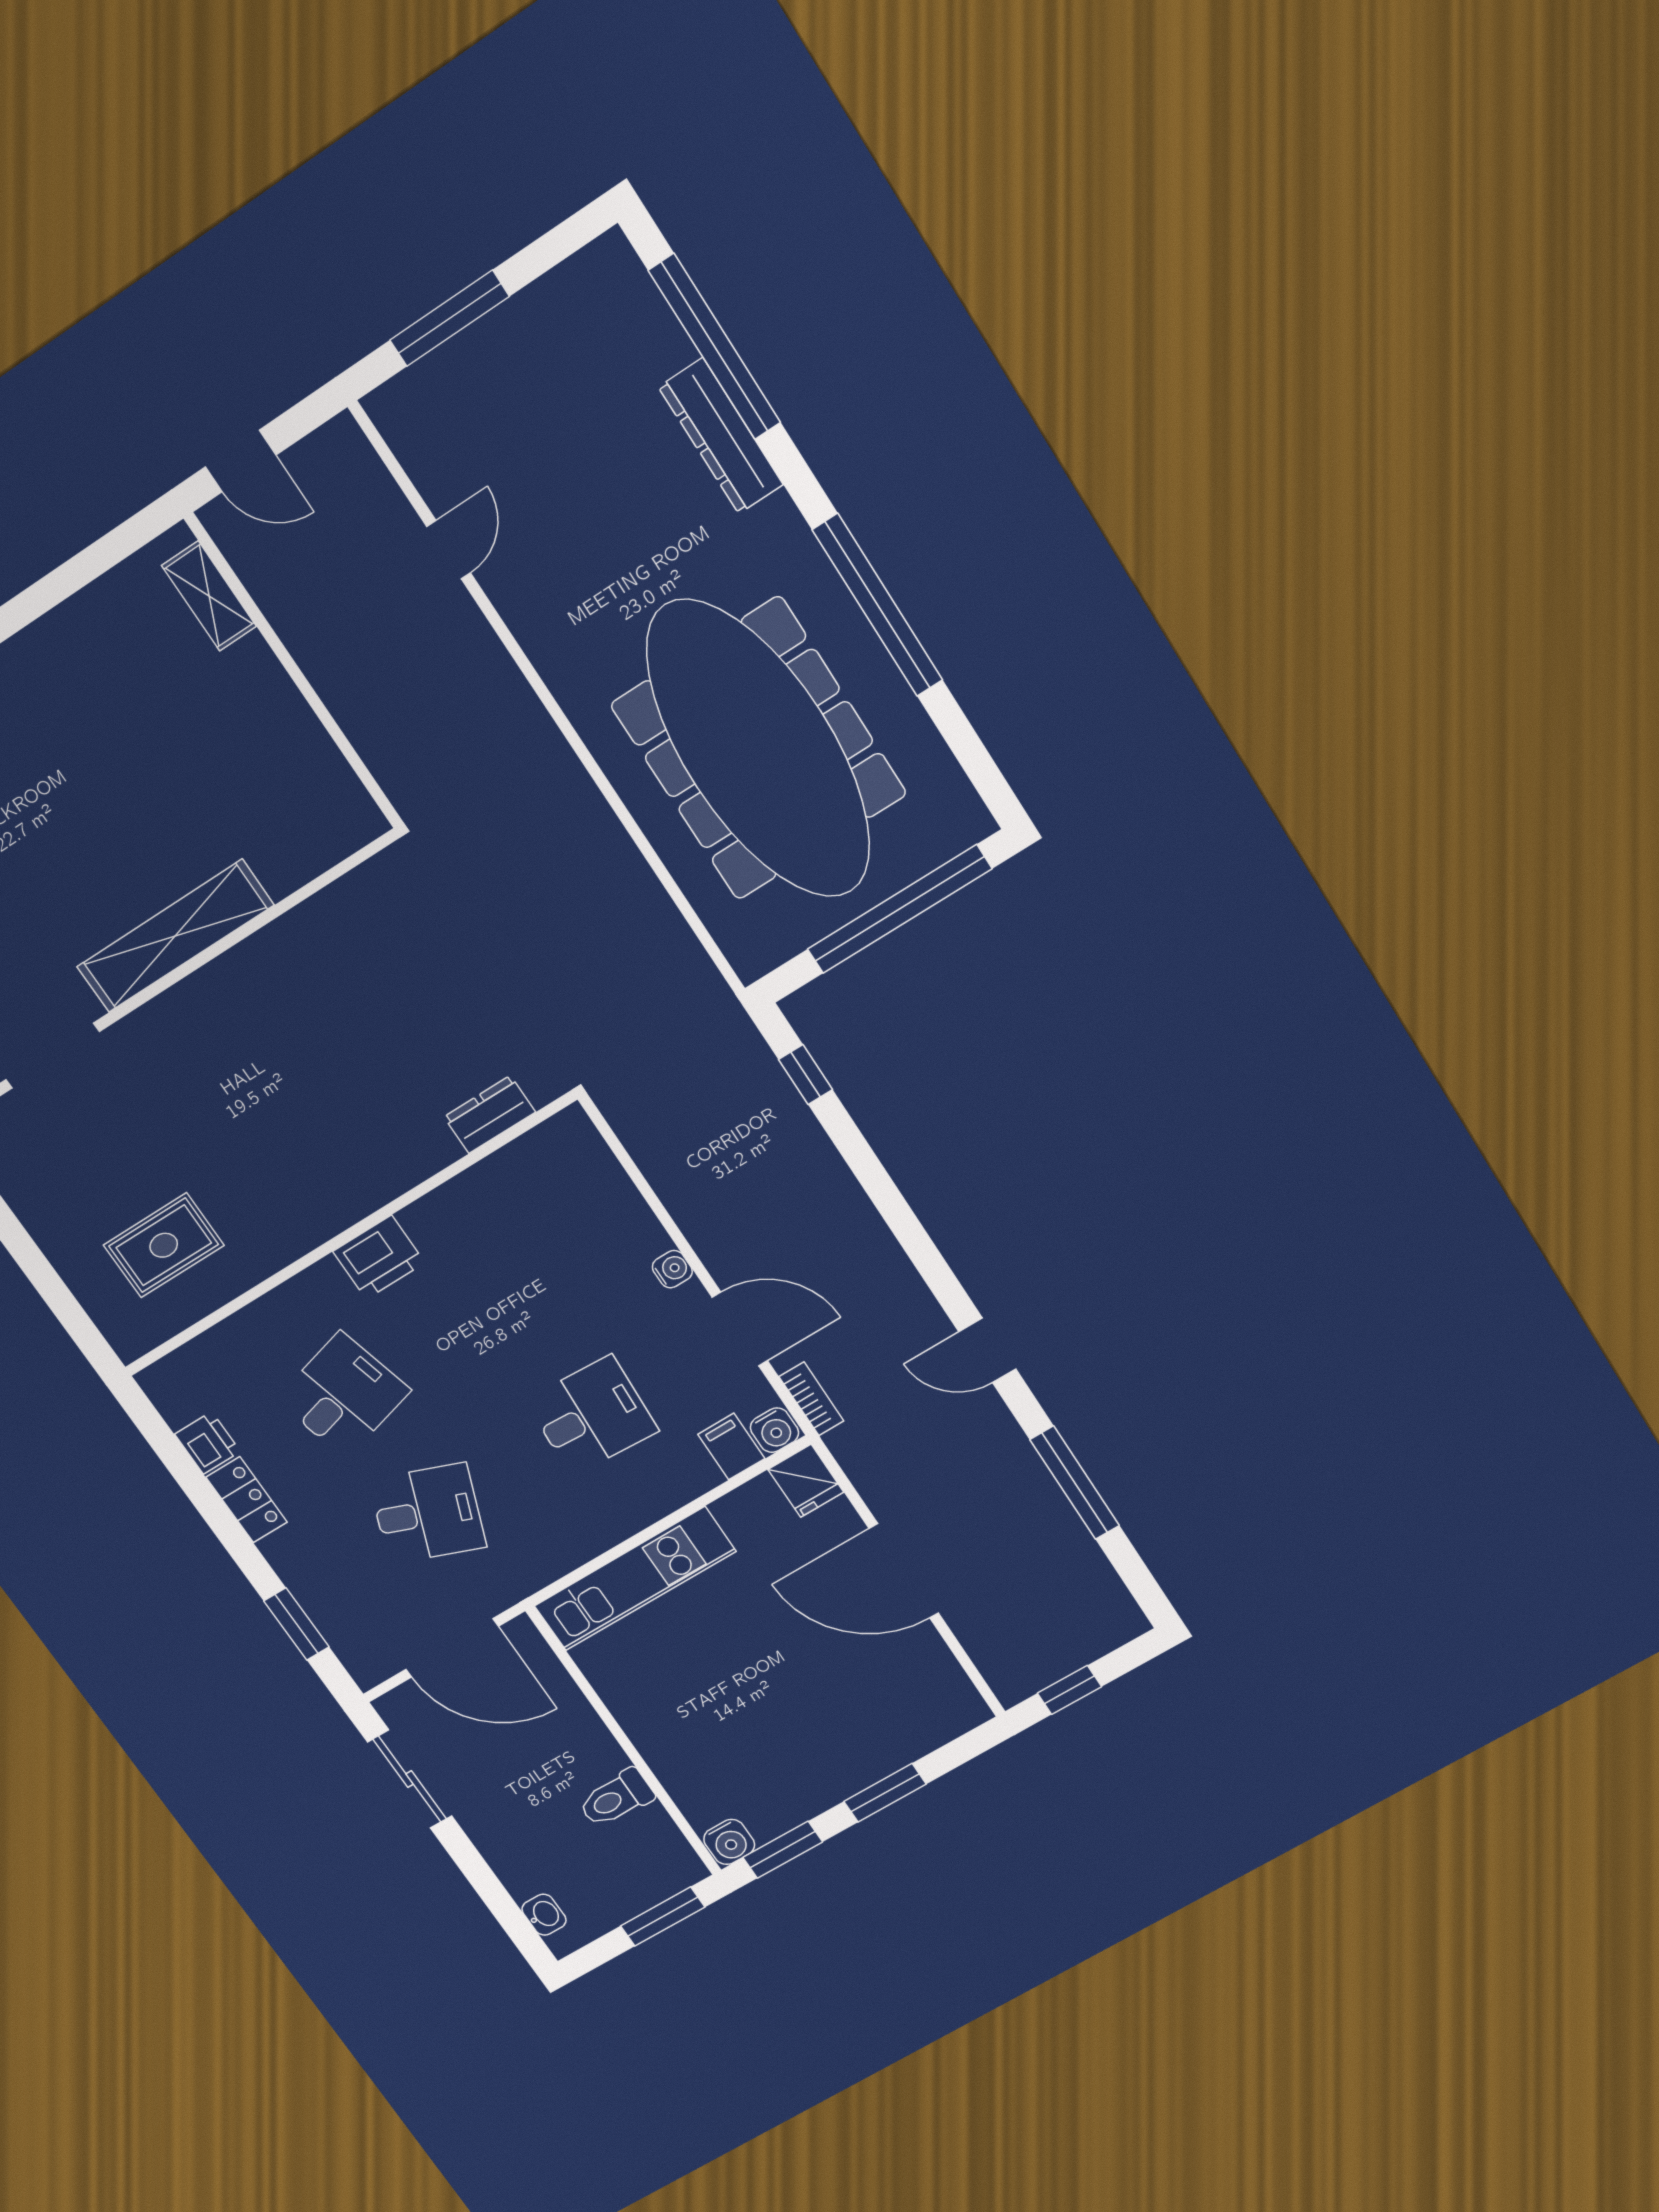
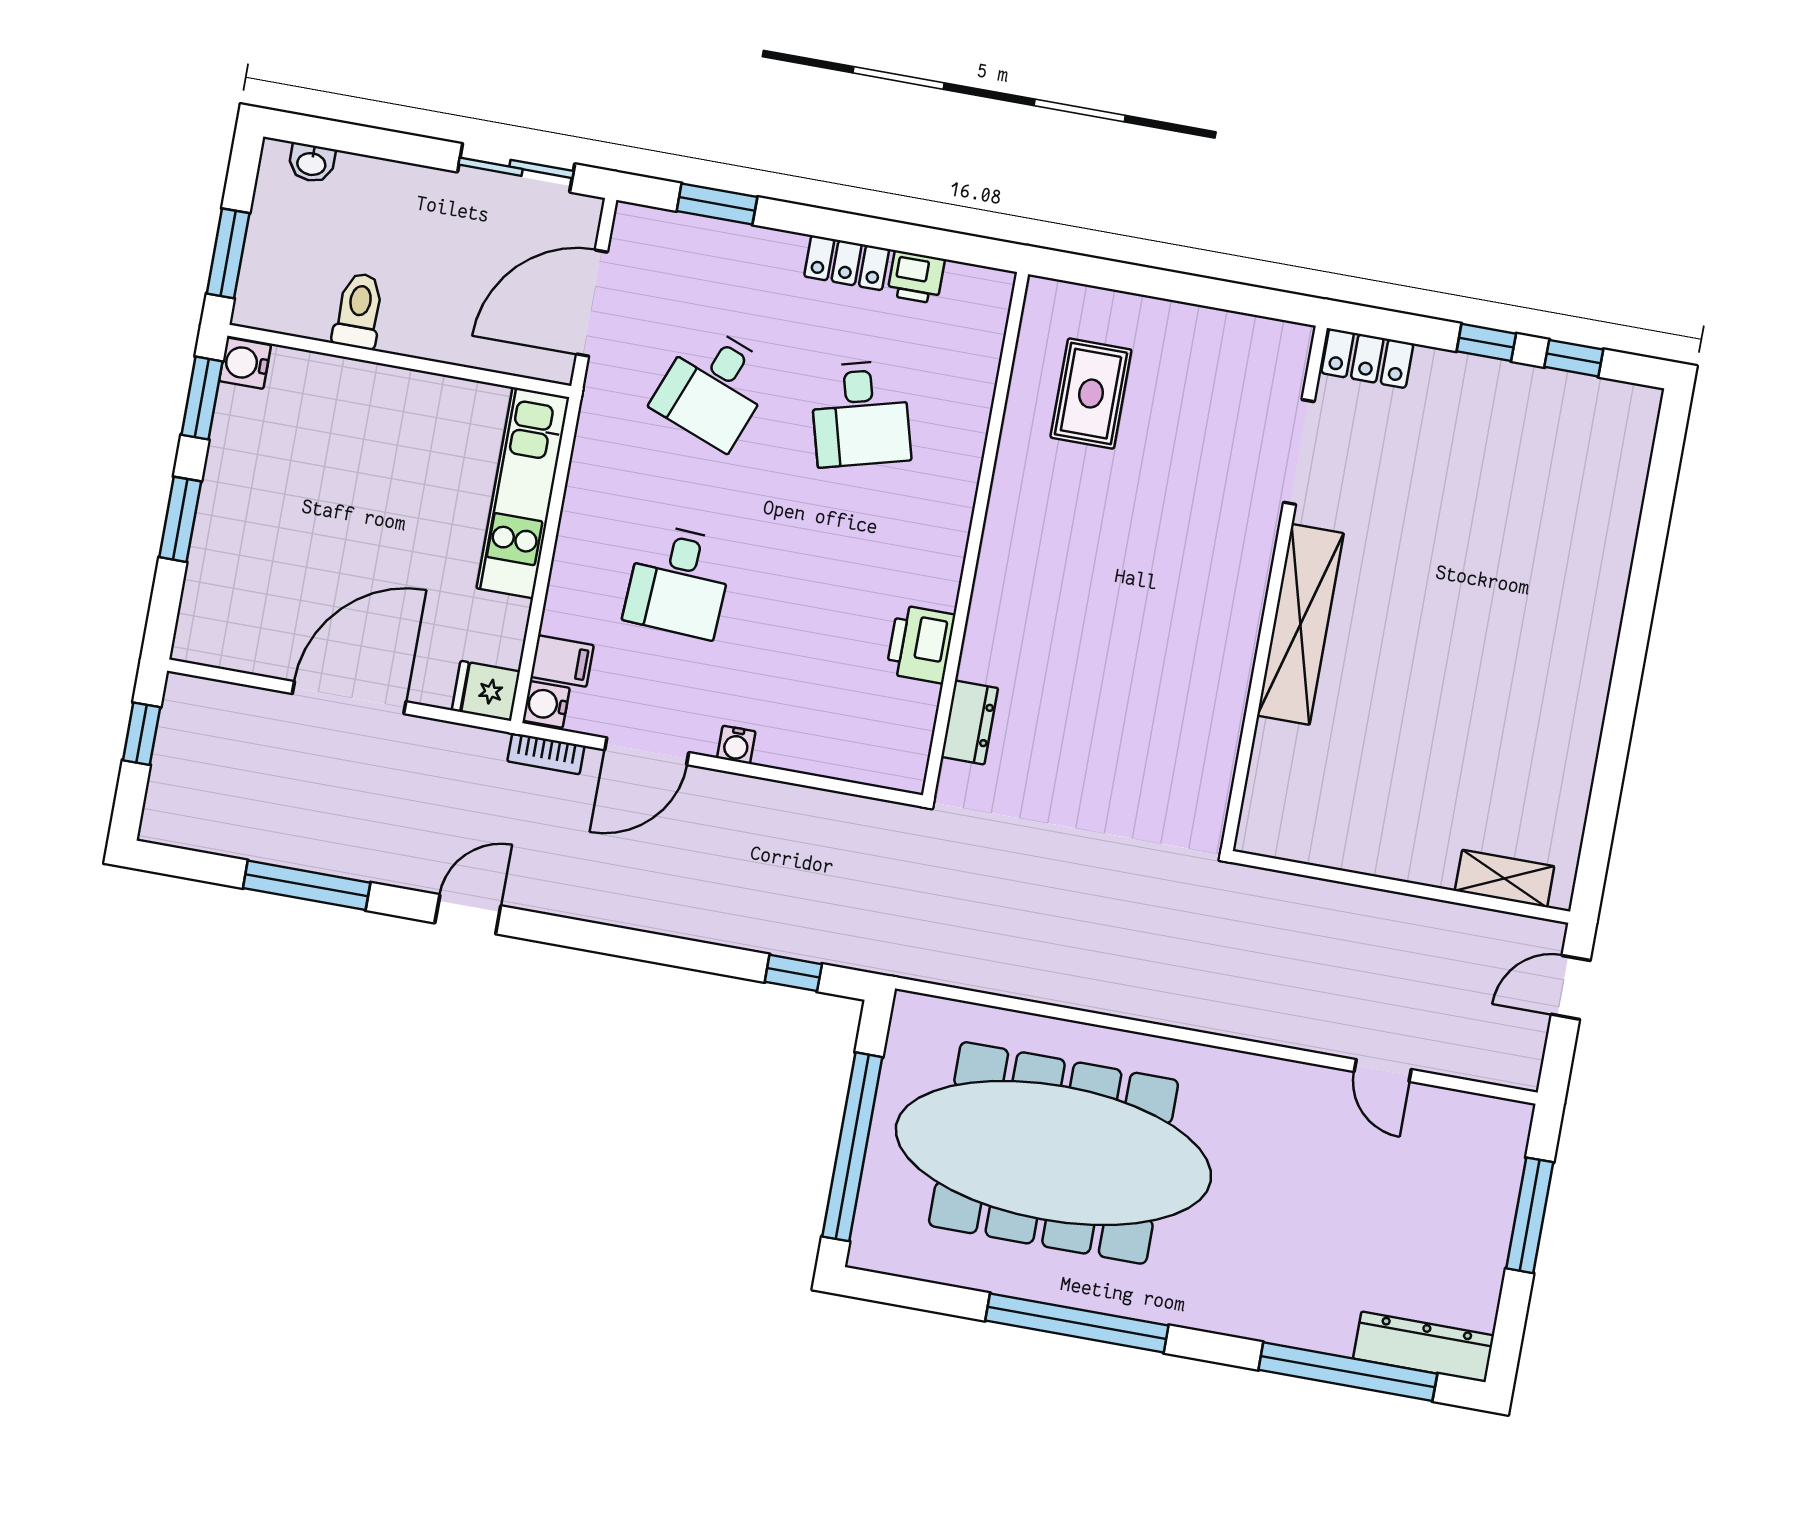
dresser: (721, 436) -> (1424, 1347), moved
printer: (379, 1257) -> (921, 644), moved

